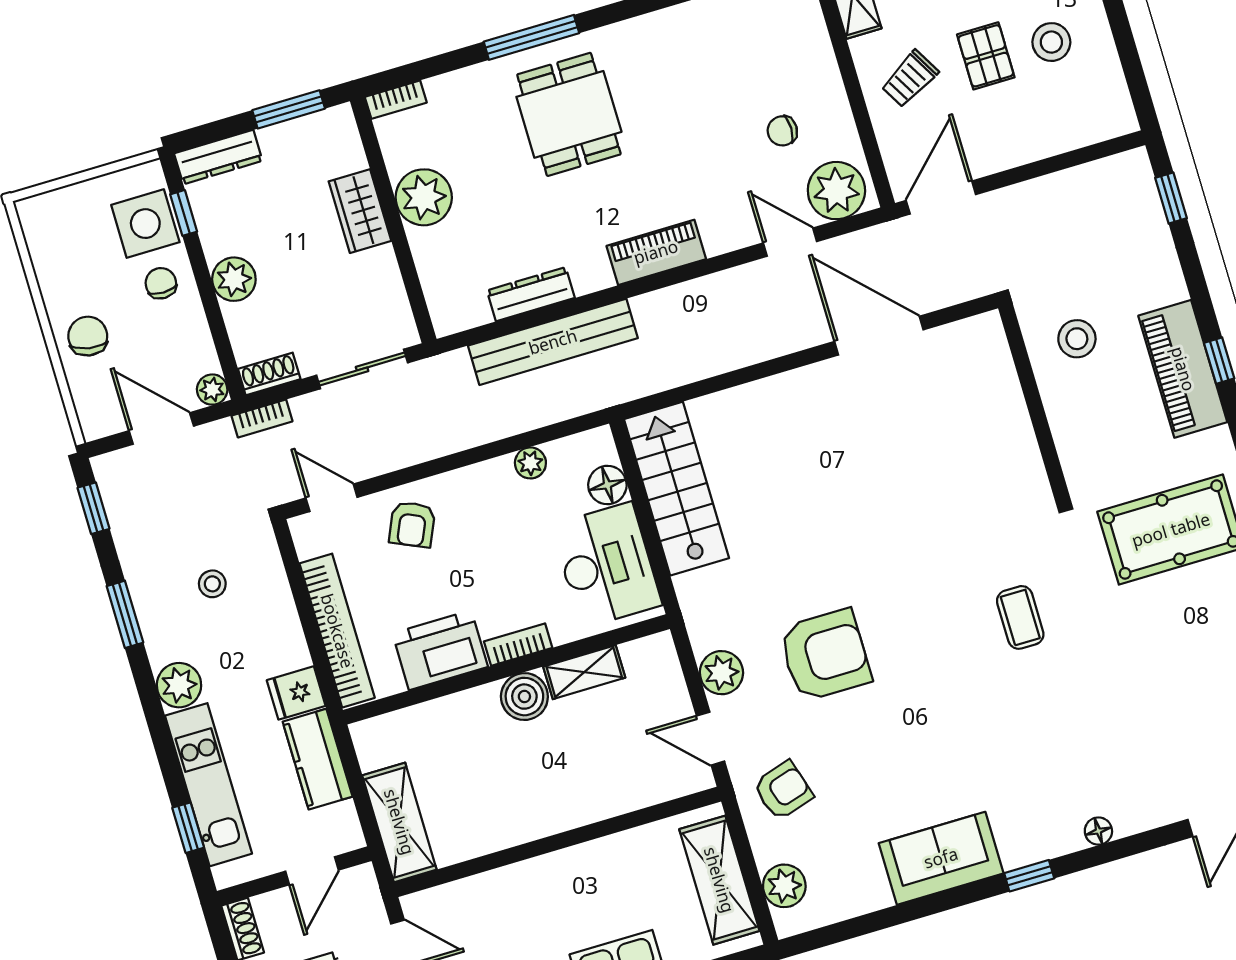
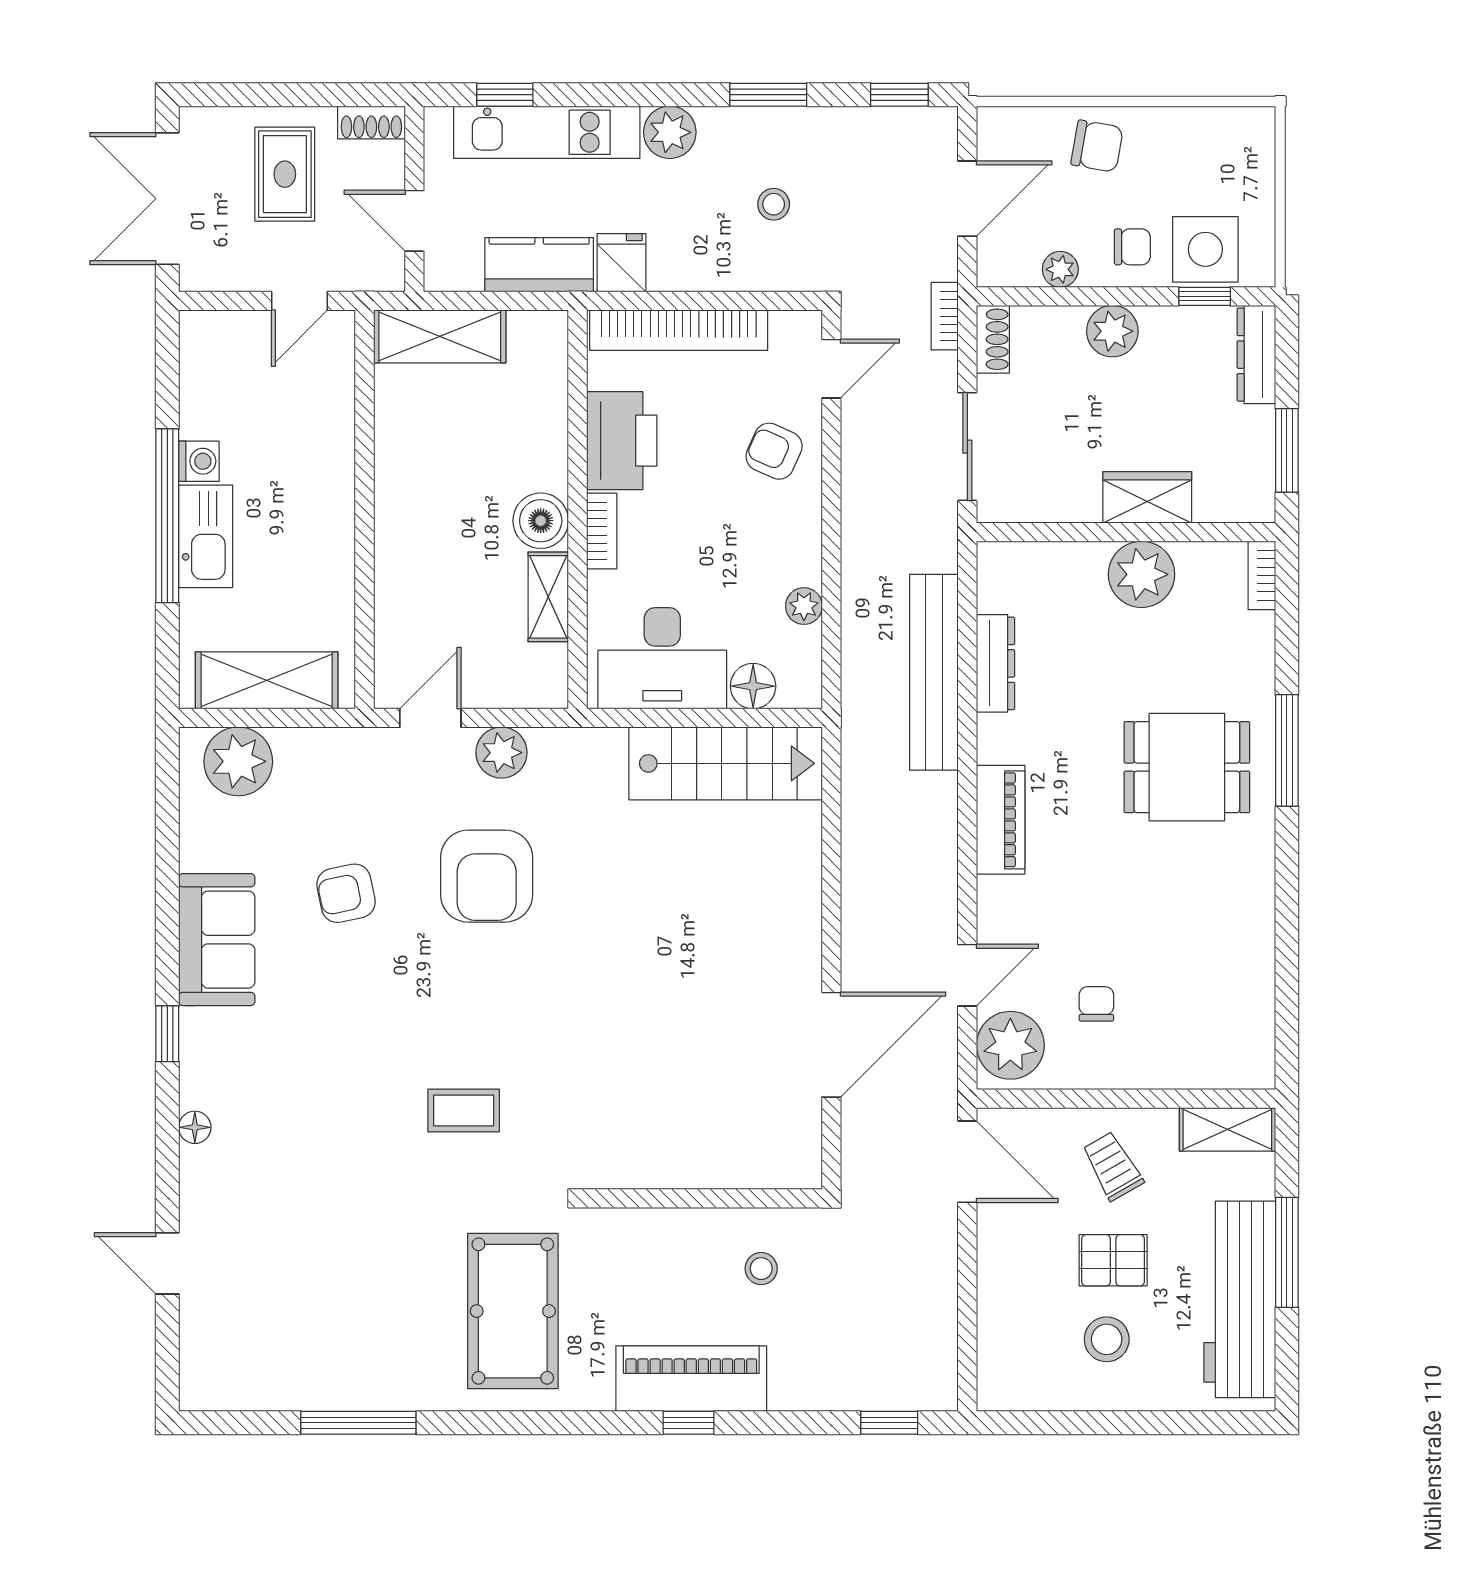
stool: (1077, 339) -> (761, 1269), width x0.73, depth x0.73
plant: (212, 390) -> (1060, 269), moved
armchair: (783, 790) -> (346, 893), moved, turned 95
plant: (784, 886) -> (238, 761), width x1.36, depth x1.36

